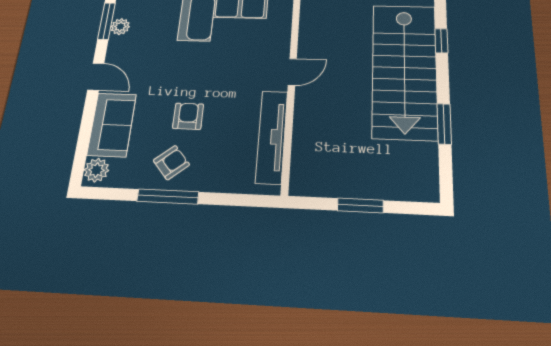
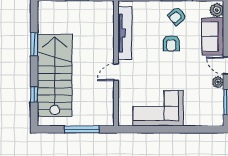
plant: (120, 27) -> (218, 82), moved

